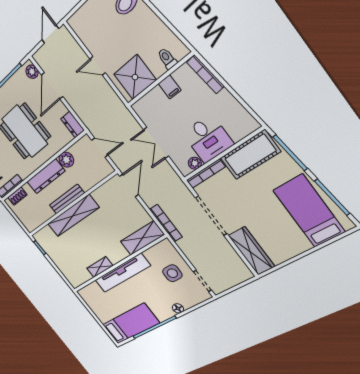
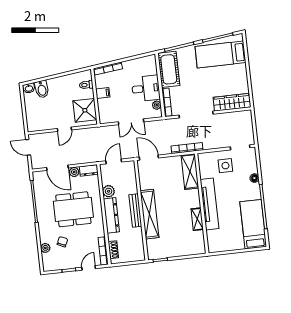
plant: (32, 72) -> (74, 172), moved

